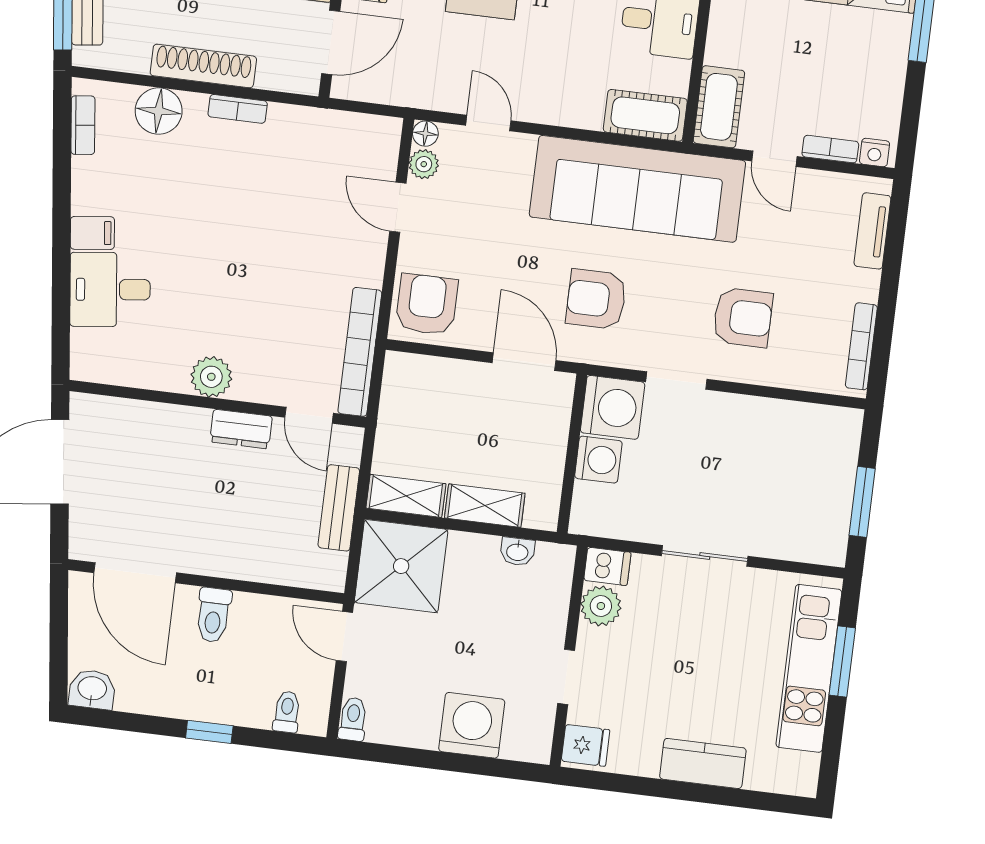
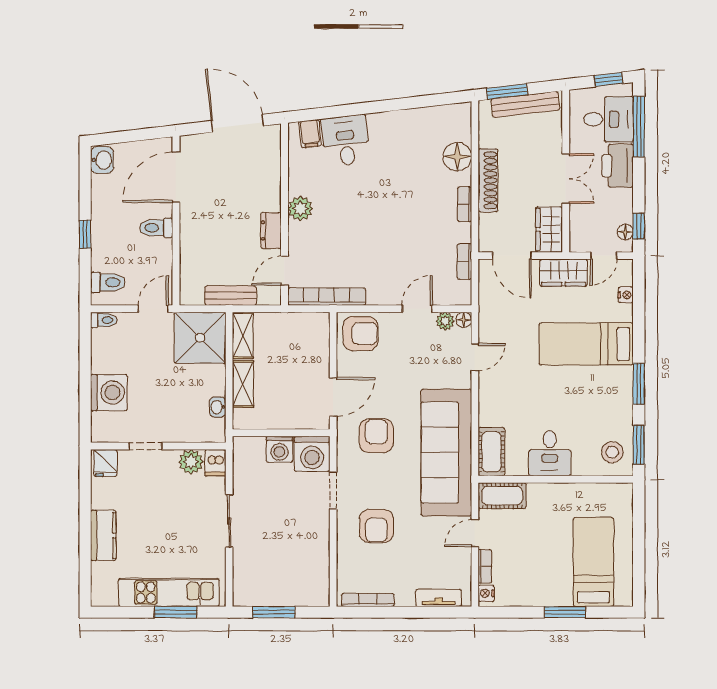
bookcase: (83, 125) -> (464, 261), moved, turned 97
filing cabinet: (92, 233) -> (310, 134), moved
toilet: (287, 712) -> (108, 282), width x1.37, depth x1.39

